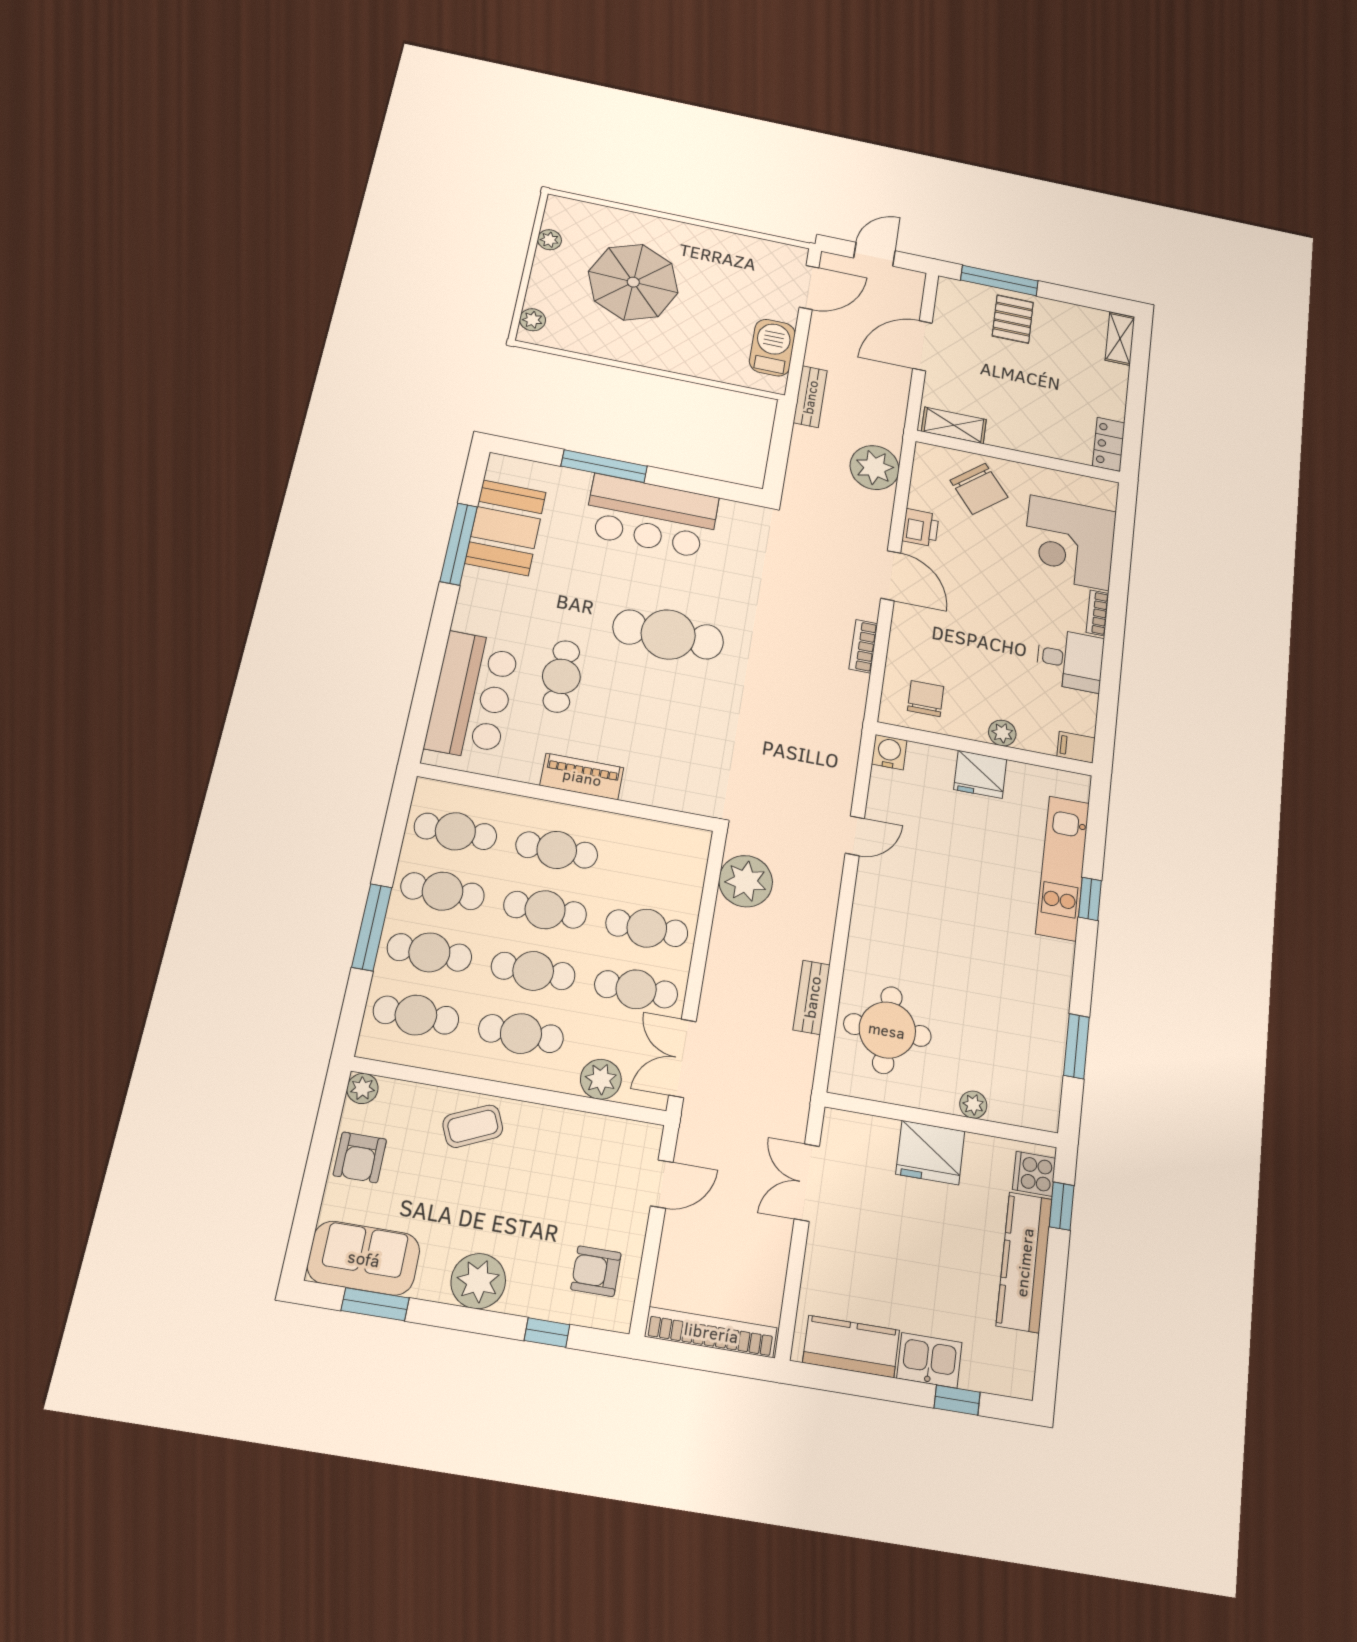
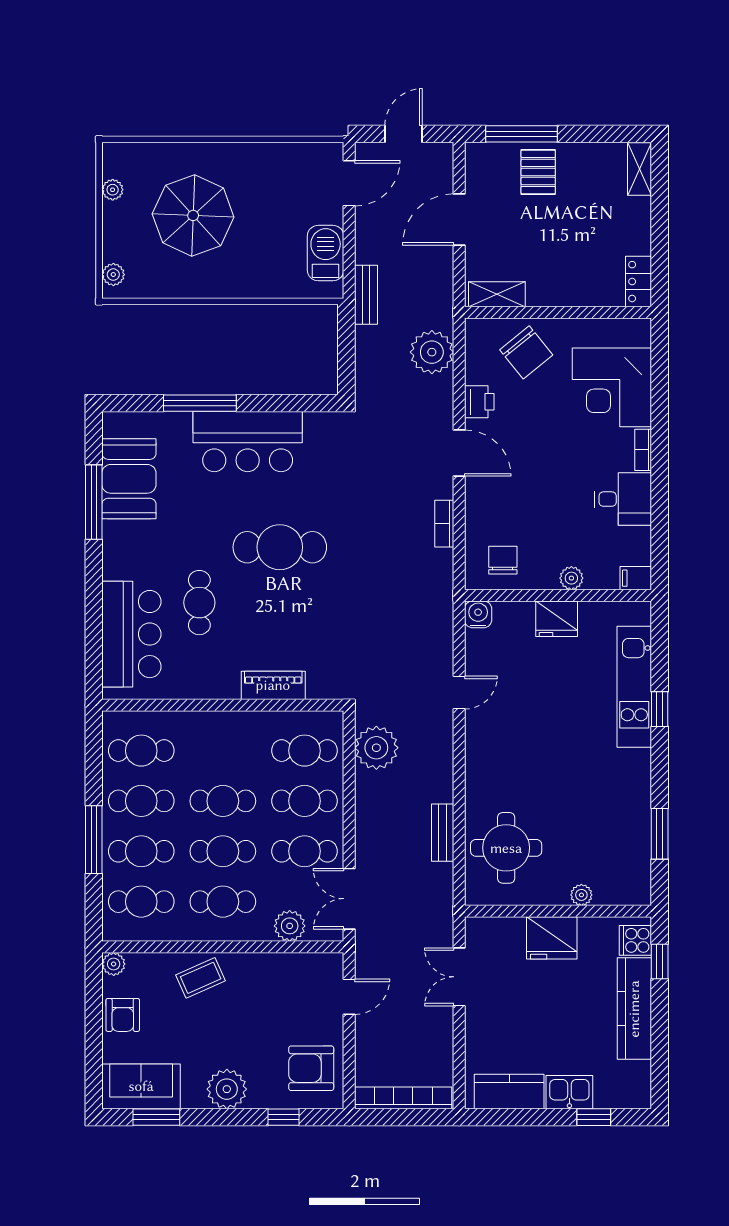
piano: (582, 777) -> (273, 685), moved
cafe table: (557, 850) -> (304, 751), moved
armchair: (596, 1271) -> (311, 1068), width x1.38, depth x1.38

